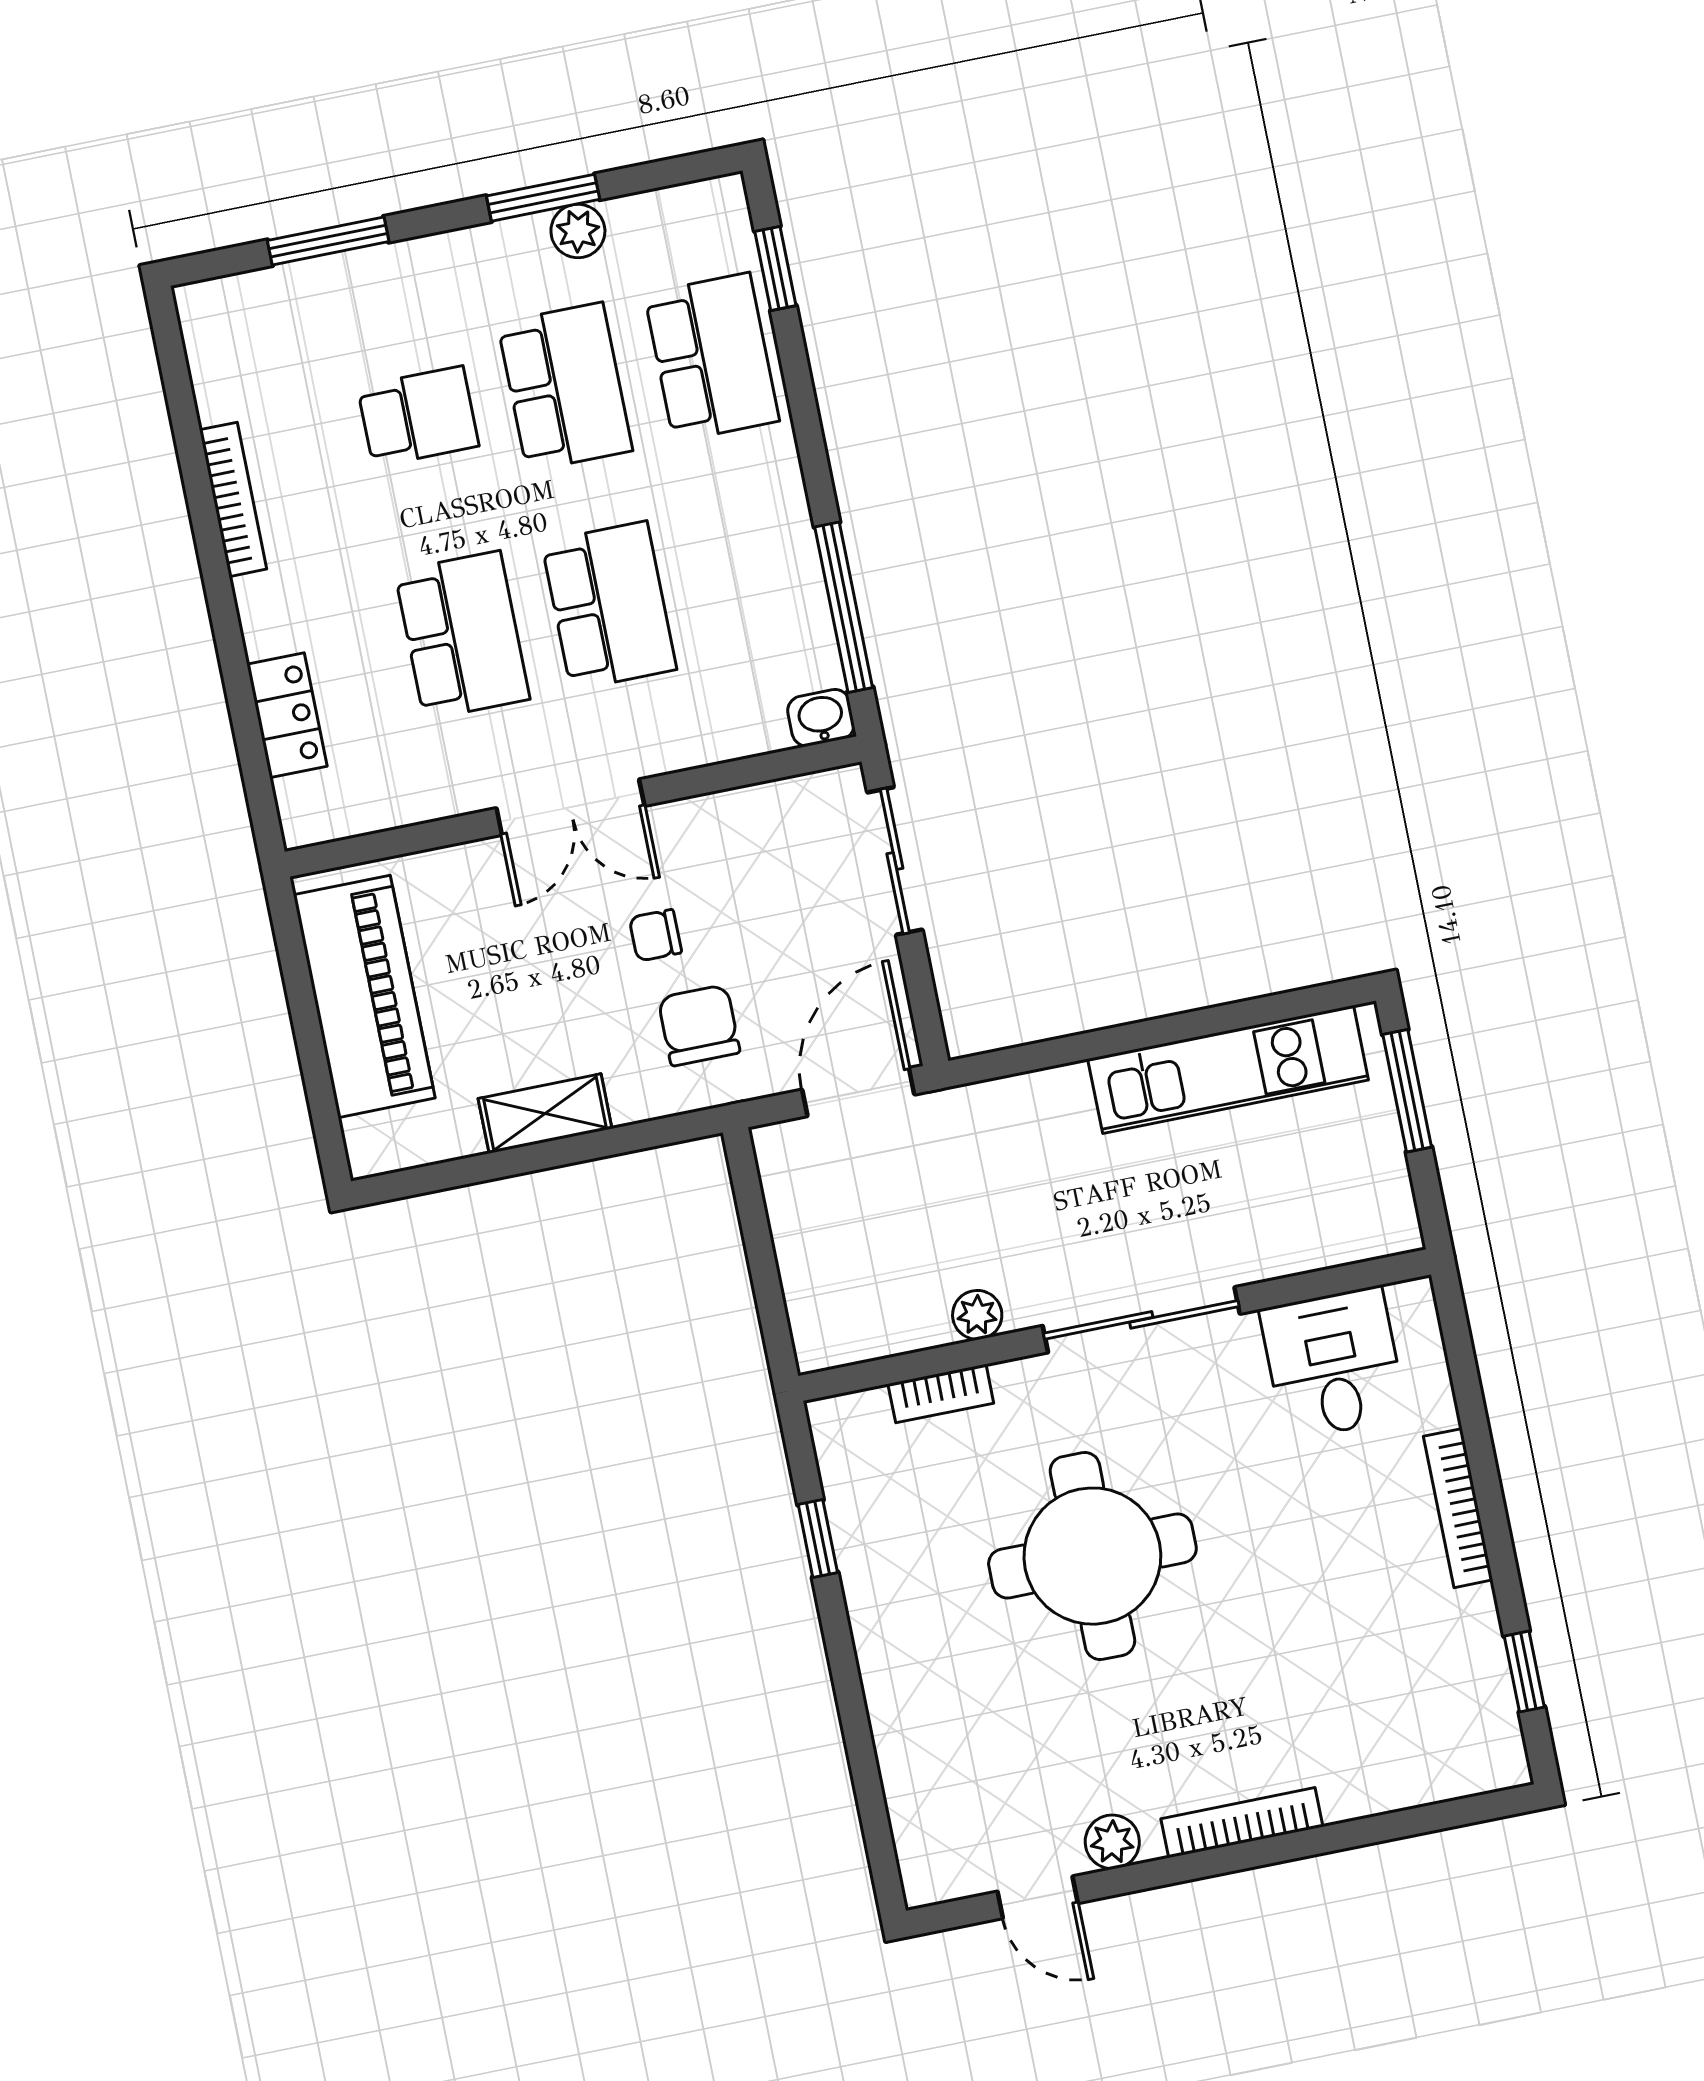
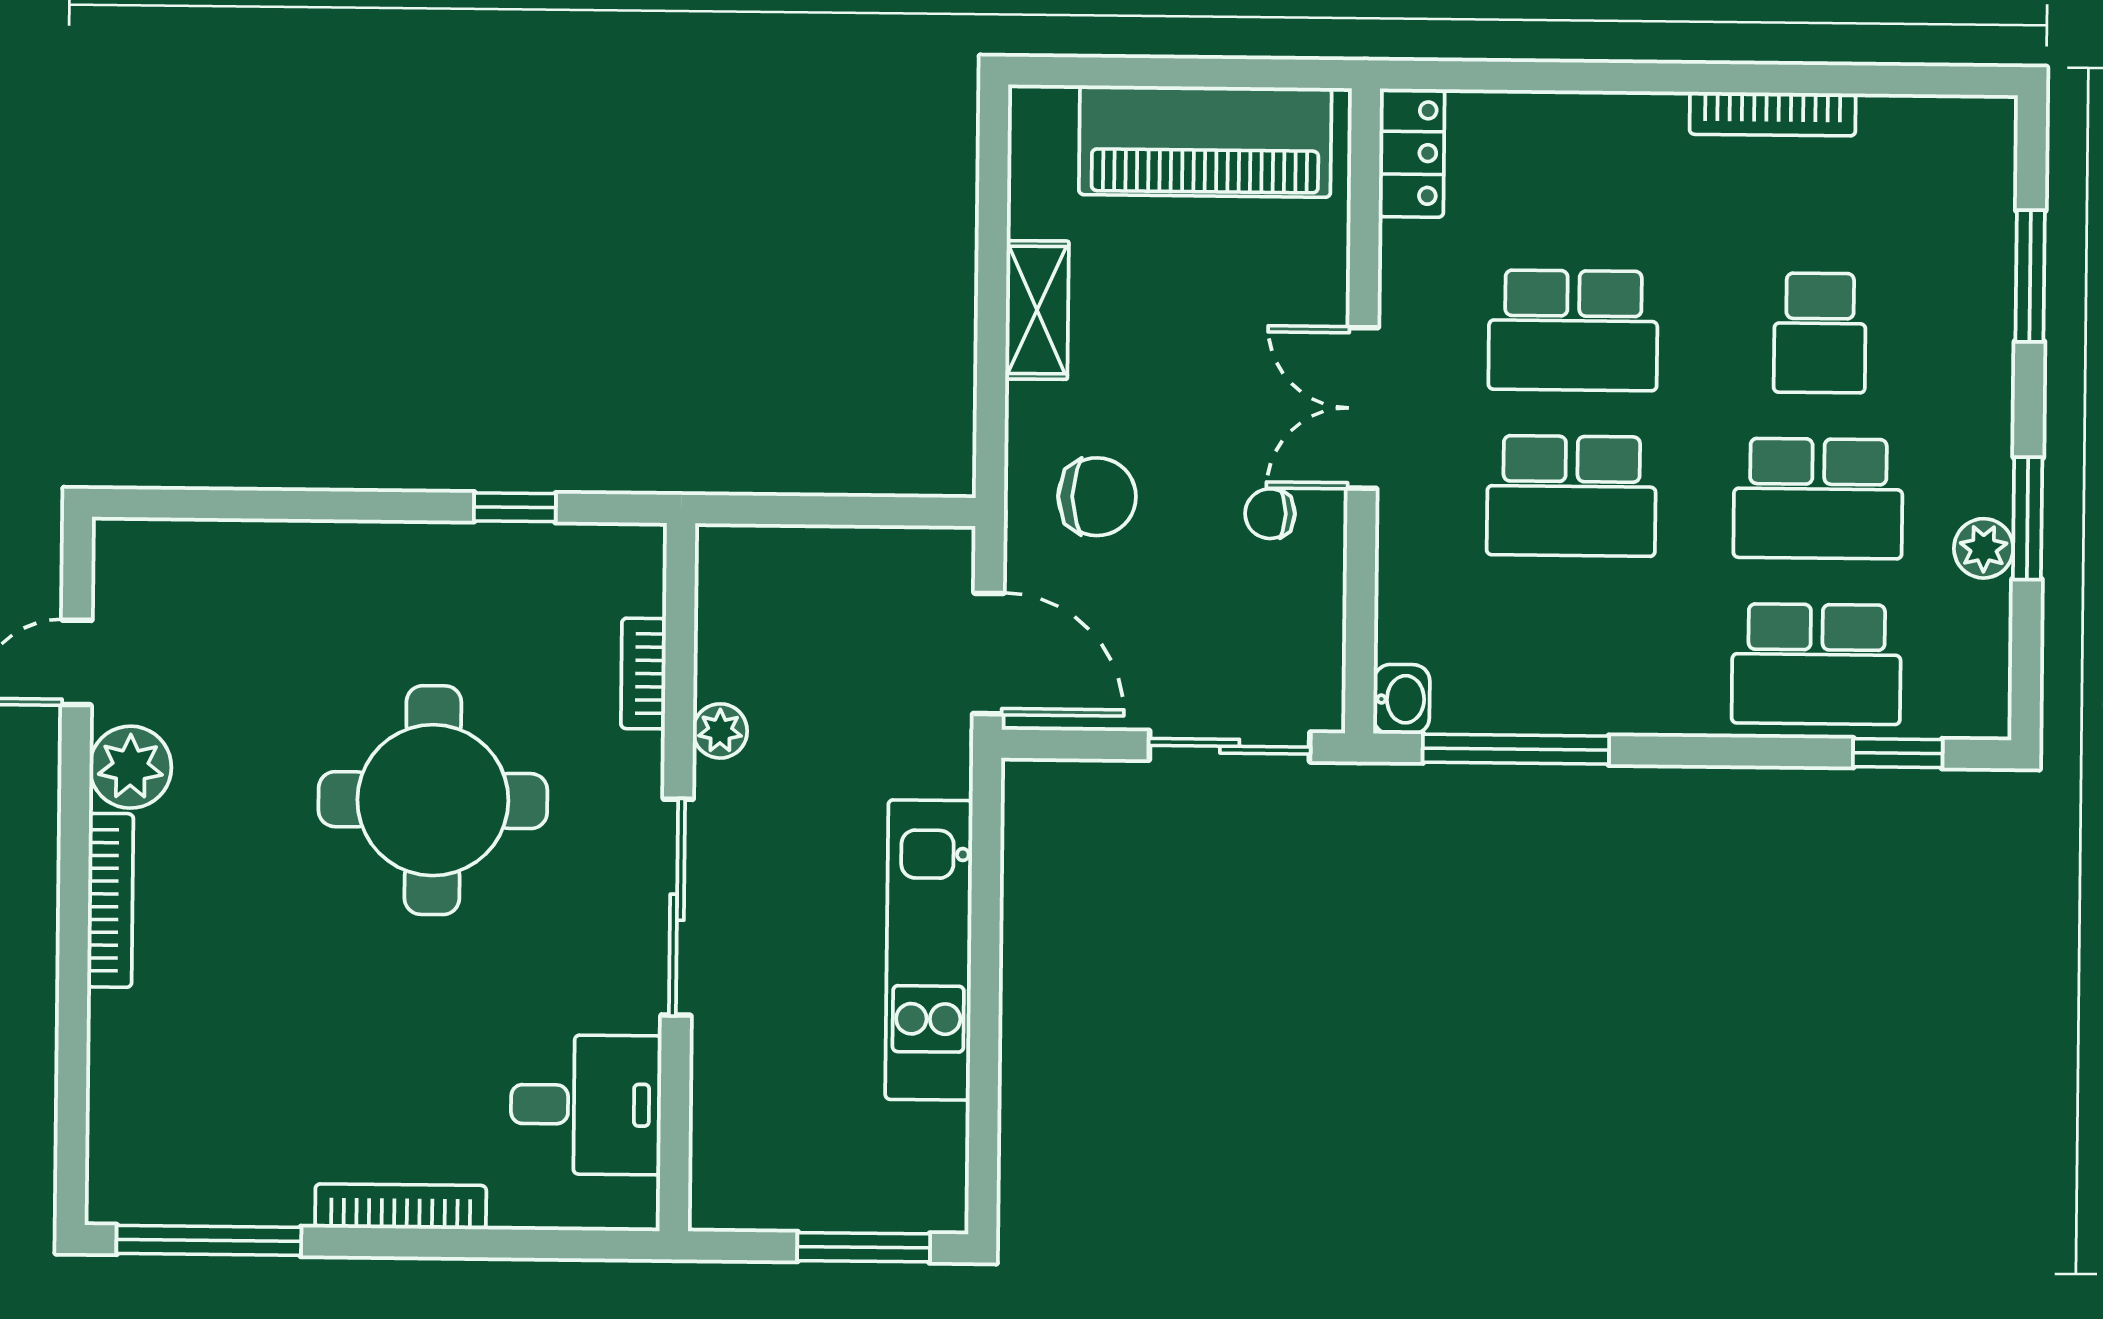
locker: (287, 715) -> (1412, 153), moved, turned -90
chair: (655, 935) -> (1270, 514), moved, turned -90
kitchen unit: (1228, 1069) -> (929, 950), moved
window: (1524, 1672) -> (209, 1240), width x2.17
plant: (1112, 1842) -> (130, 767), width x1.38, depth x1.38

